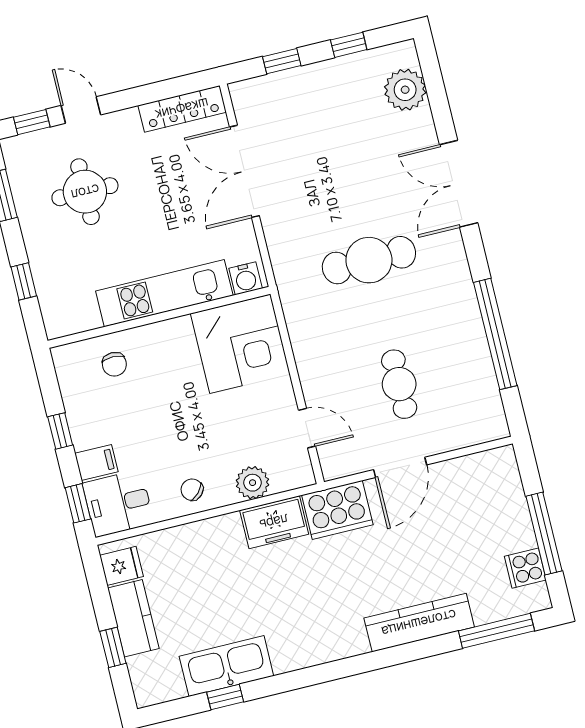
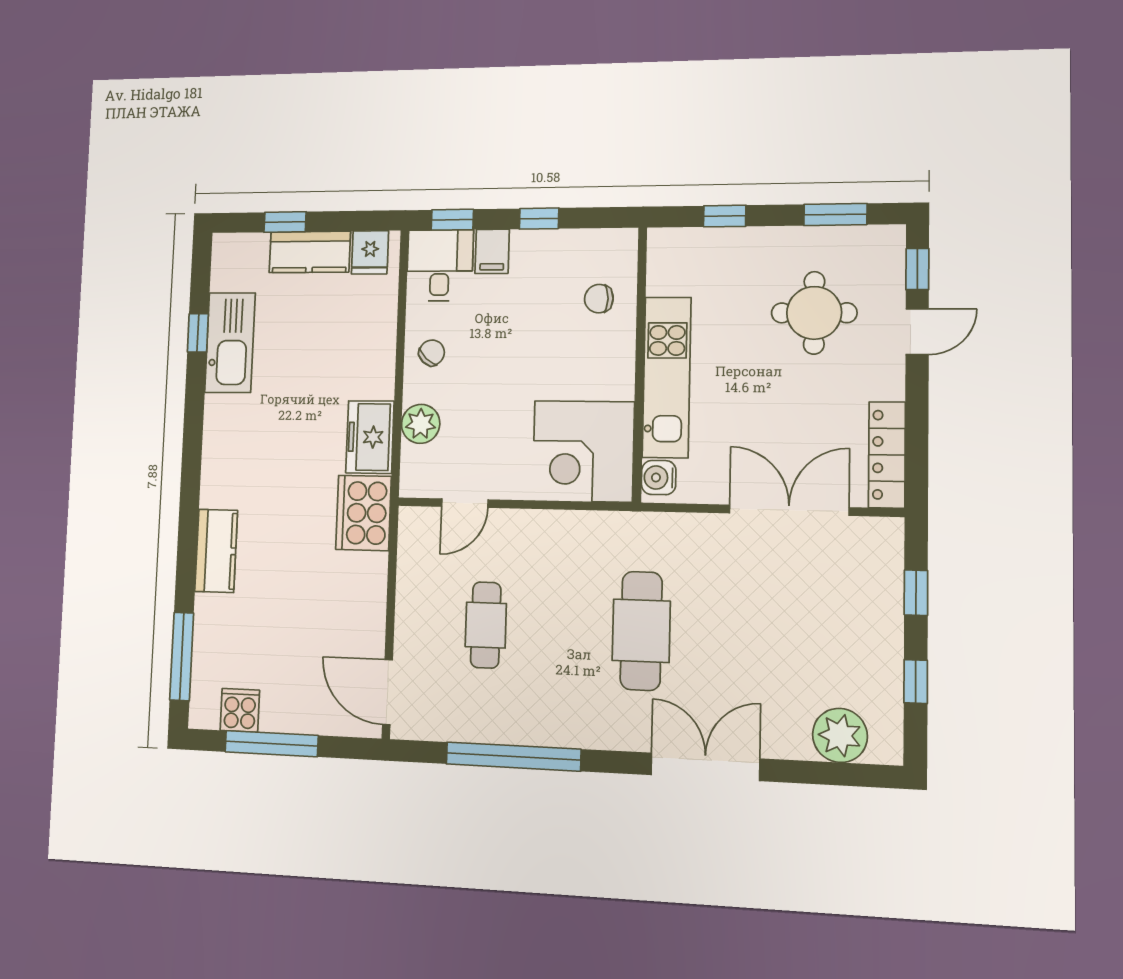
cafe table: (399, 384) -> (486, 625), turned 90
door: (400, 467) -> (387, 692), moved
kitchen counter: (419, 623) -> (216, 551), width x0.67

